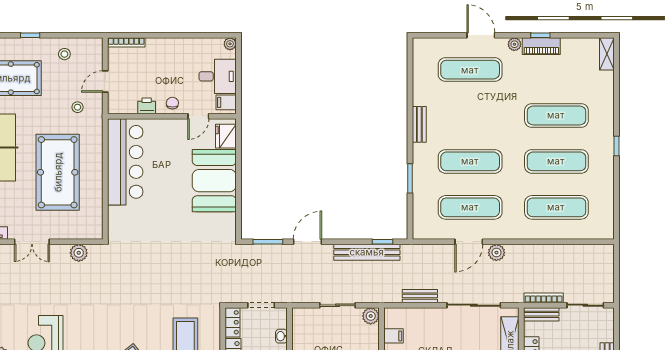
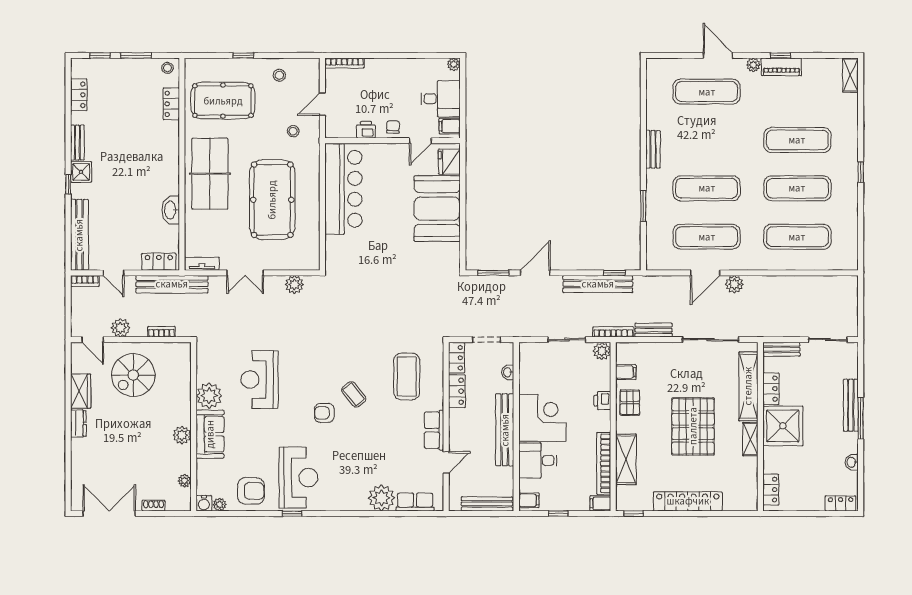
bookcase: (544, 298) -> (613, 332), moved

